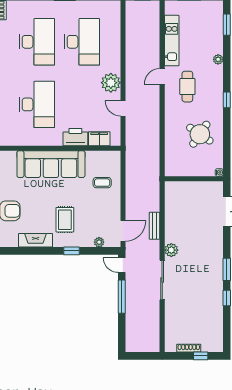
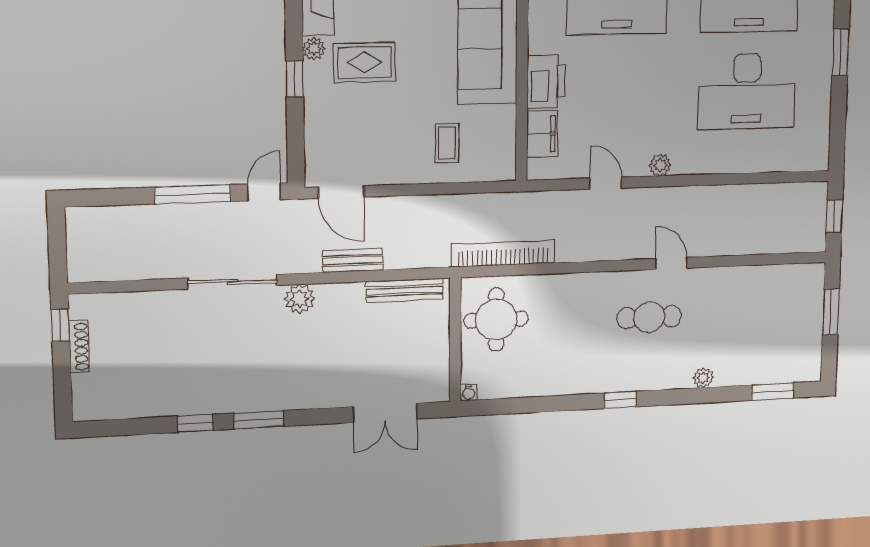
kitchen unit: (172, 40) -> (744, 280), removed
plant: (111, 83) -> (660, 165), width x0.53, depth x0.53
door: (123, 108) -> (606, 183), hinge flipped
round table: (200, 134) -> (496, 320), moved, turned -34
bookcase: (154, 156) -> (503, 254), added
bench: (169, 202) -> (405, 290), added
plant: (99, 242) -> (314, 49), moved
window: (201, 356) -> (60, 325), moved

